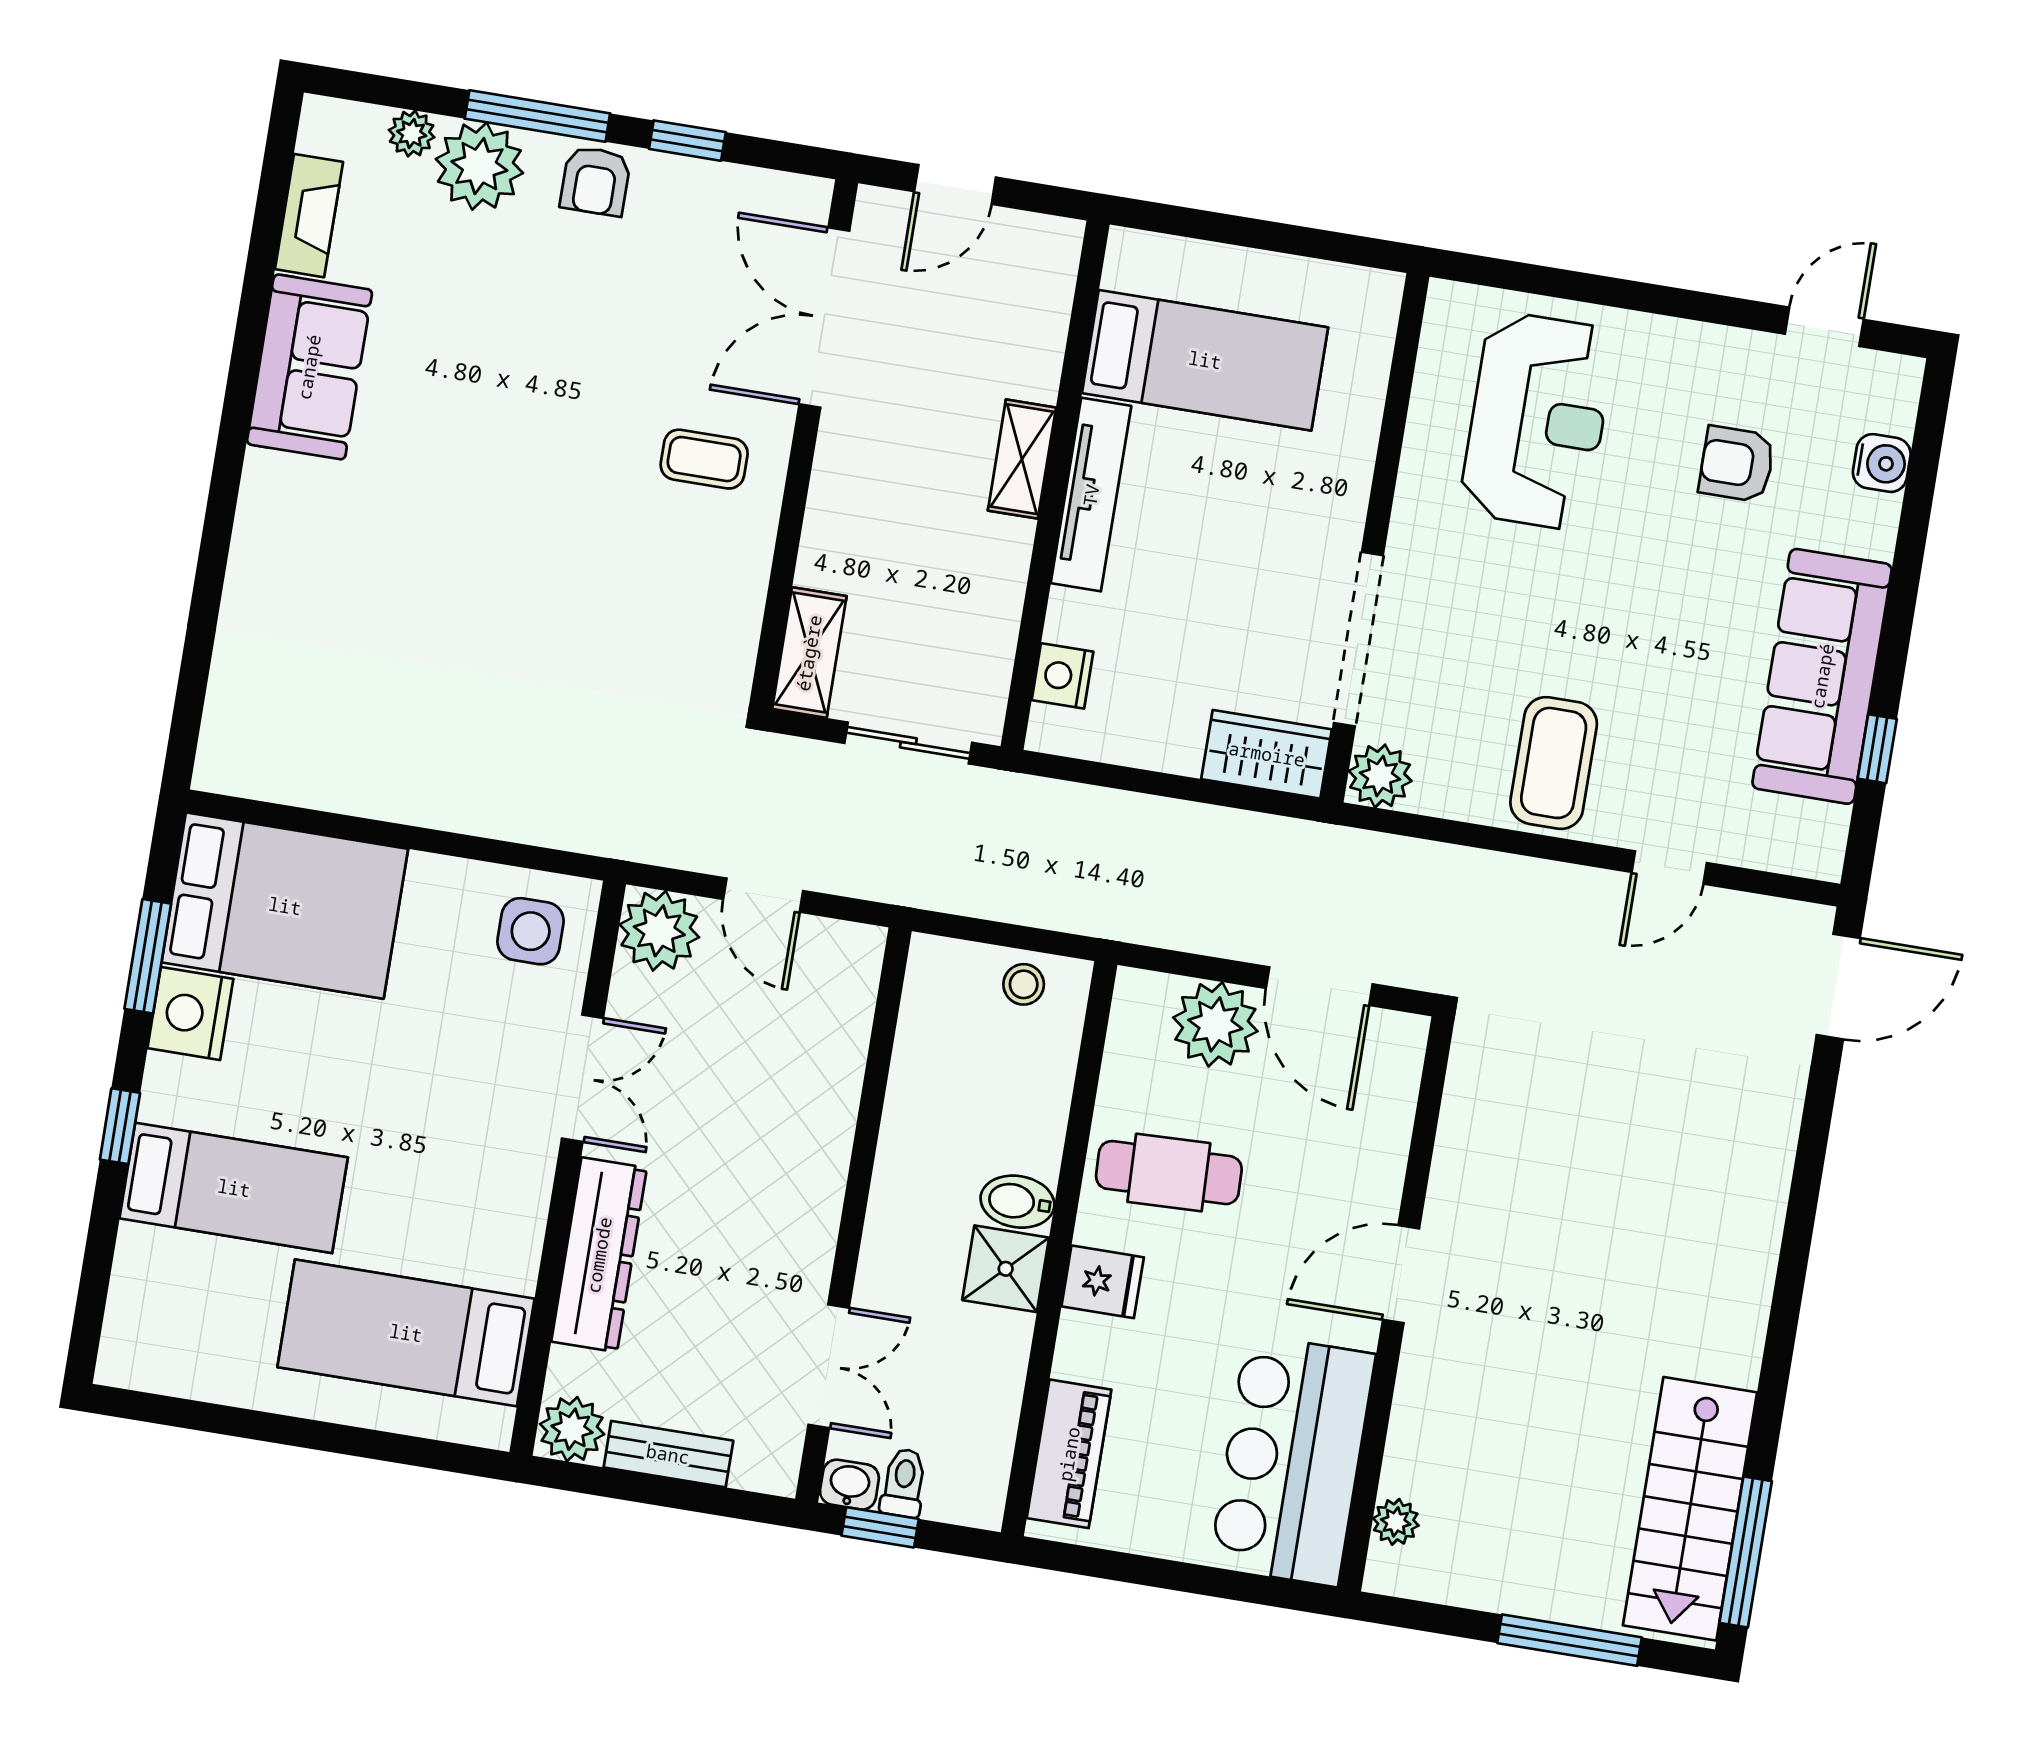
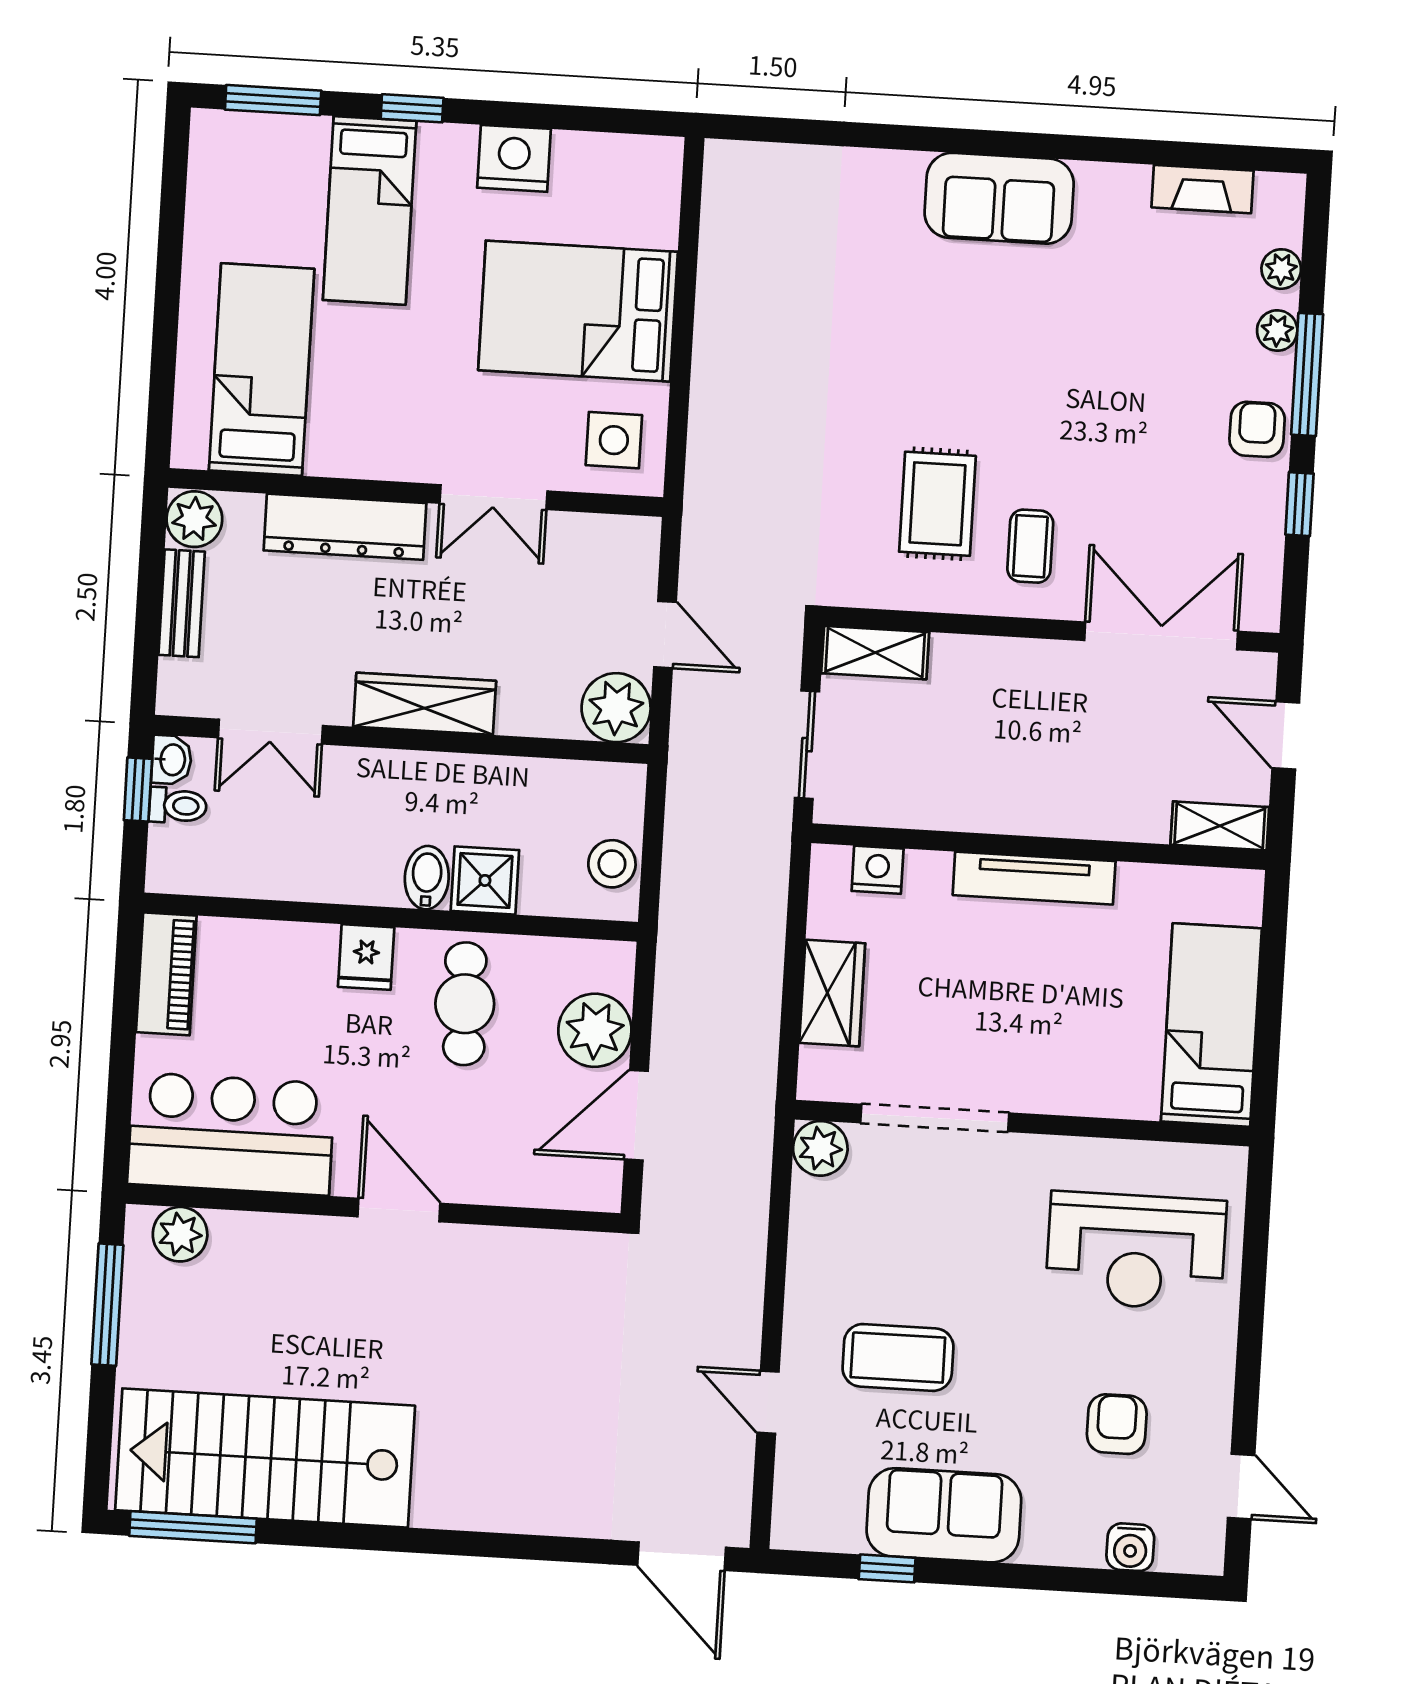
plant: (479, 166) -> (1277, 331), width x0.53, depth x0.53
armchair: (595, 181) -> (1257, 429), turned 90
bed: (1205, 360) -> (1211, 1025), moved, turned 180
sofa: (309, 367) -> (999, 198), moved
shelving: (1022, 459) -> (1220, 826), moved
rug: (644, 562) -> (937, 504), added
sofa: (1822, 676) -> (944, 1515), width x0.73
wardrobe: (1267, 754) -> (832, 993), moved
coffee table: (1554, 763) -> (898, 1357), moved
door: (763, 895) -> (665, 635), swing flipped
bed: (285, 906) -> (578, 311), moved, turned 90
plant: (659, 931) -> (616, 708), moved
window: (148, 956) -> (273, 100), moved
stool: (1024, 984) -> (612, 864), width x1.37, depth x1.37
wardrobe: (815, 1183) -> (425, 704), added
shower: (1006, 1269) -> (485, 880), moved
piano: (1069, 1454) -> (166, 974), moved, turned -90
stairs: (1690, 1509) -> (265, 1458), width x1.36, depth x1.51
plant: (1396, 1522) -> (180, 1234), width x1.38, depth x1.38
window: (1570, 1640) -> (107, 1305), moved

